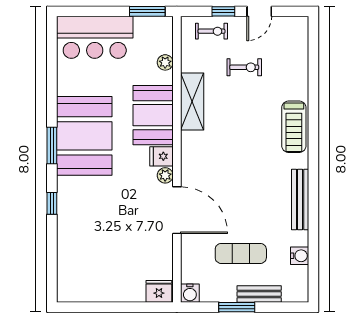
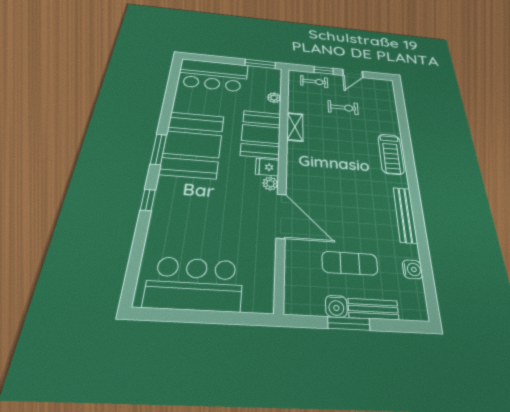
shelving: (192, 101) -> (295, 127), width x0.67, depth x0.75
bar counter: (105, 280) -> (195, 284), added
fridge: (159, 291) -> (258, 300), removed
water cooler: (190, 293) -> (336, 306), moved

